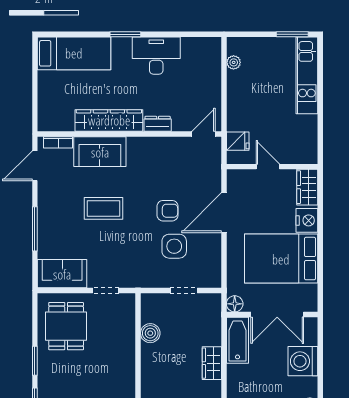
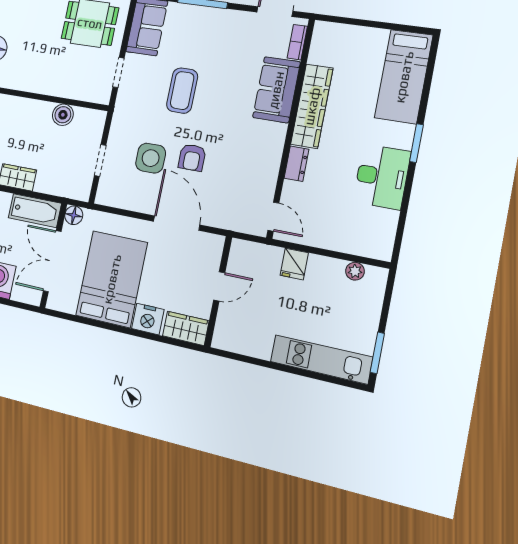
fridge: (238, 141) -> (294, 264), moved
coffee table: (103, 208) -> (182, 91), moved

